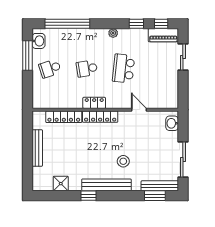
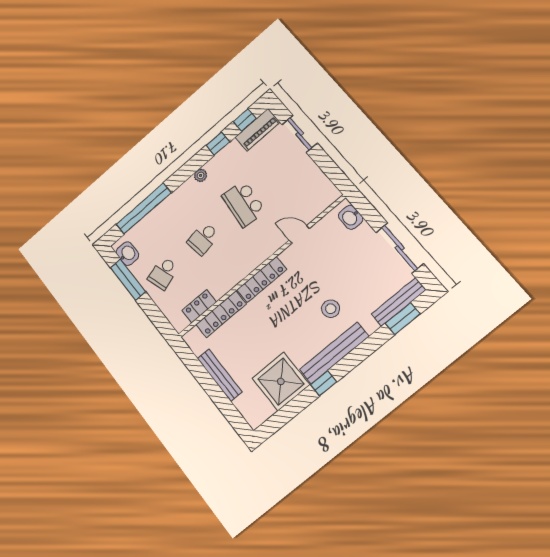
locker: (94, 103) -> (199, 306), moved
shower: (61, 184) -> (281, 381), width x1.86, depth x1.86

